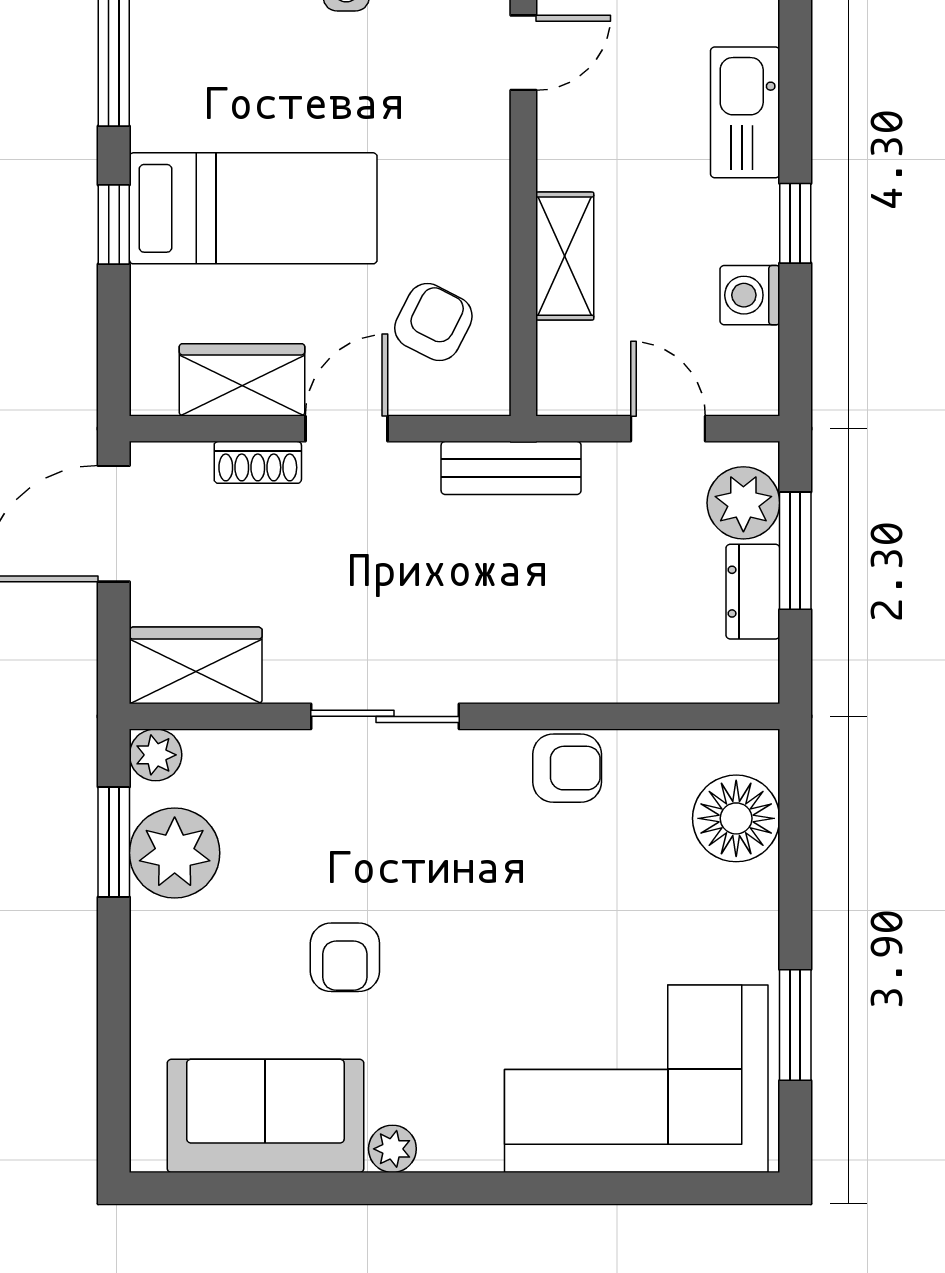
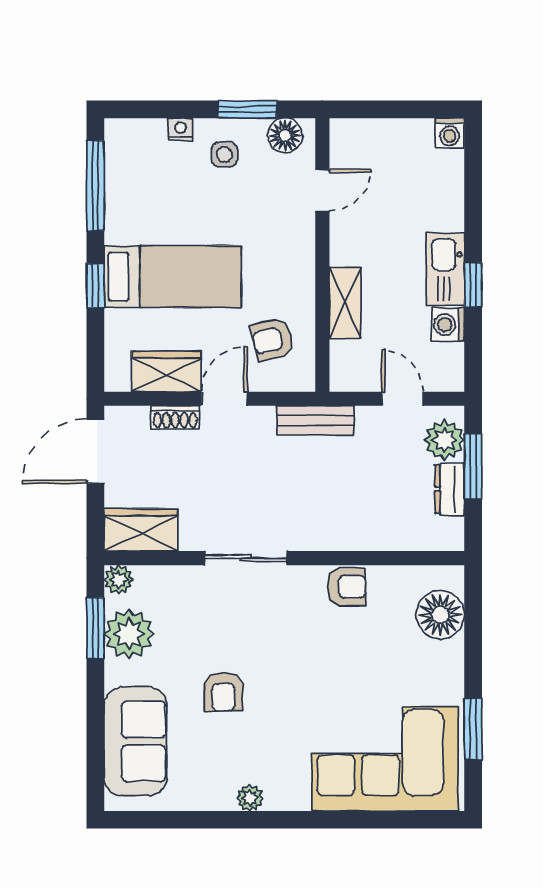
kitchen sink: (745, 112) -> (445, 269), moved
armchair: (433, 322) -> (273, 340), turned -131
sofa: (265, 1116) -> (136, 741), moved, turned 90

